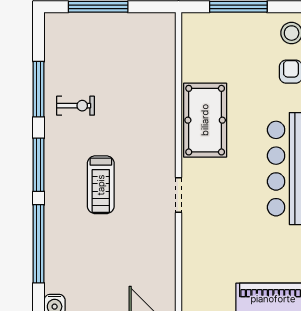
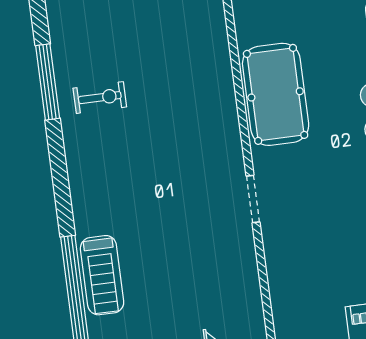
window: (39, 165) -> (61, 183), removed
treadmill: (101, 185) -> (102, 275), moved

